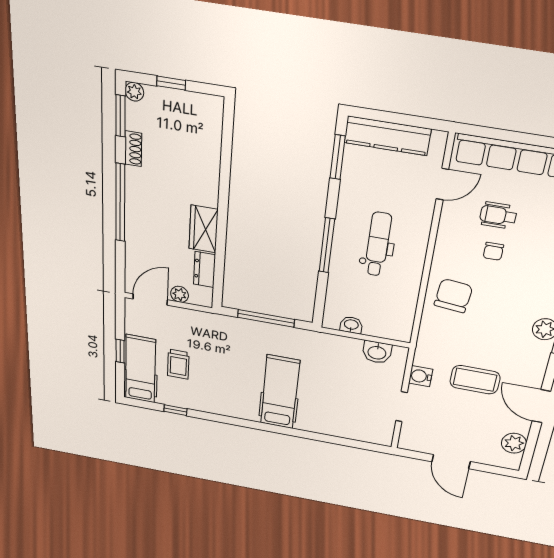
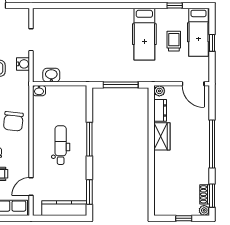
shoe rack: (133, 149) -> (205, 194), moved
dental chair: (378, 244) -> (61, 145), turned 180
plant: (180, 294) -> (159, 91), moved
door: (150, 299) -> (193, 84), hinge flipped
washbasin: (351, 325) -> (39, 91), moved
hospital bed: (280, 392) -> (144, 34), moved

